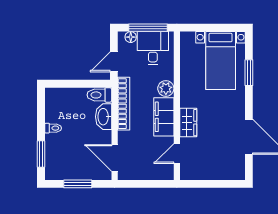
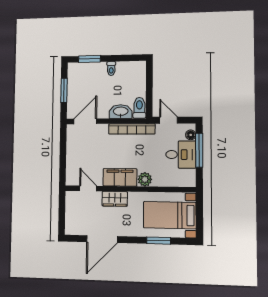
plant: (166, 88) -> (145, 179), moved
wall: (177, 106) -> (129, 189), moved
filing cabinet: (164, 117) -> (120, 177), moved
wardrobe: (188, 123) -> (115, 199), moved
door: (177, 153) -> (88, 188), moved

